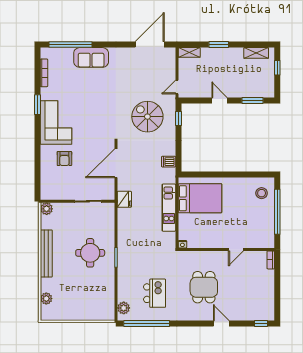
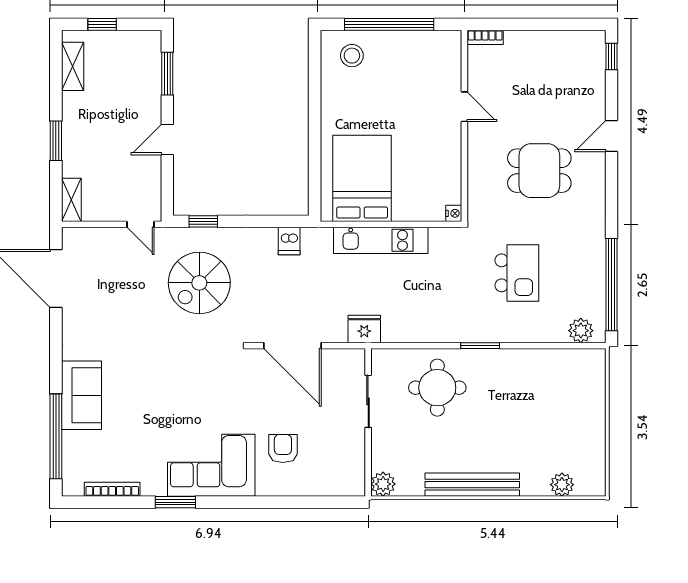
armchair: (64, 159) -> (283, 448), turned -90
round table: (90, 253) -> (437, 388), moved
kitchen island: (155, 293) -> (517, 273), moved, turned 90

